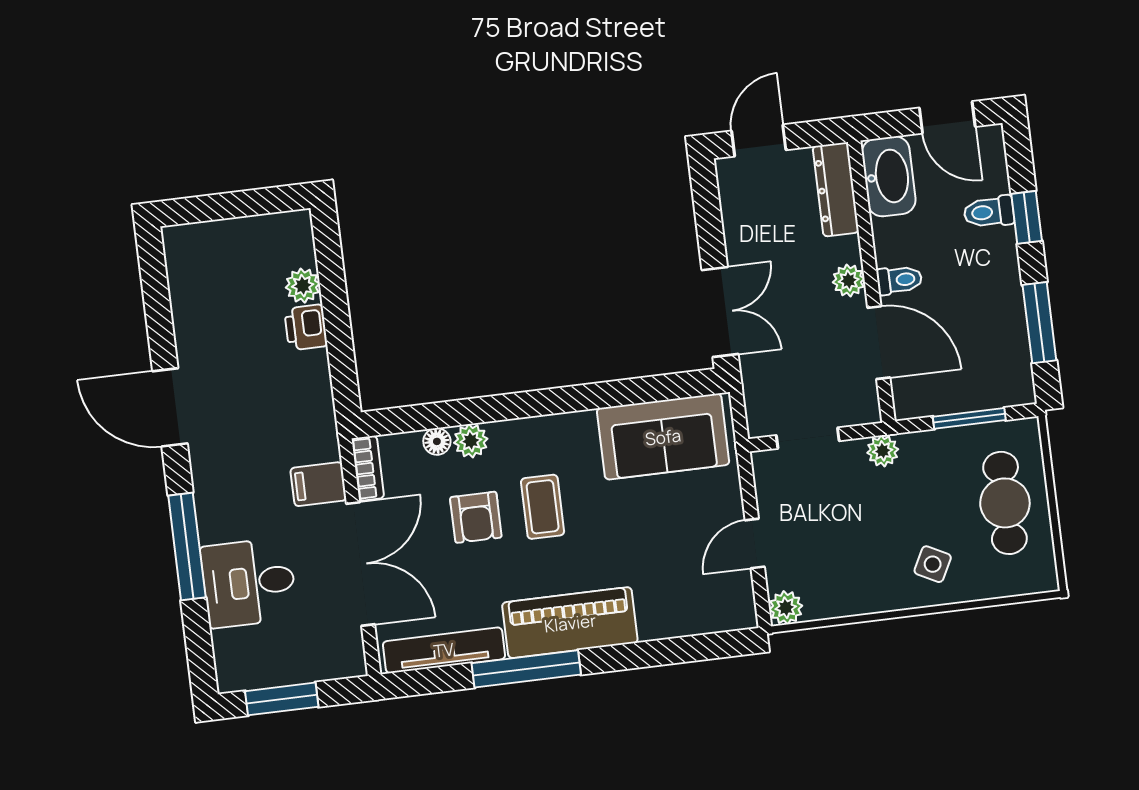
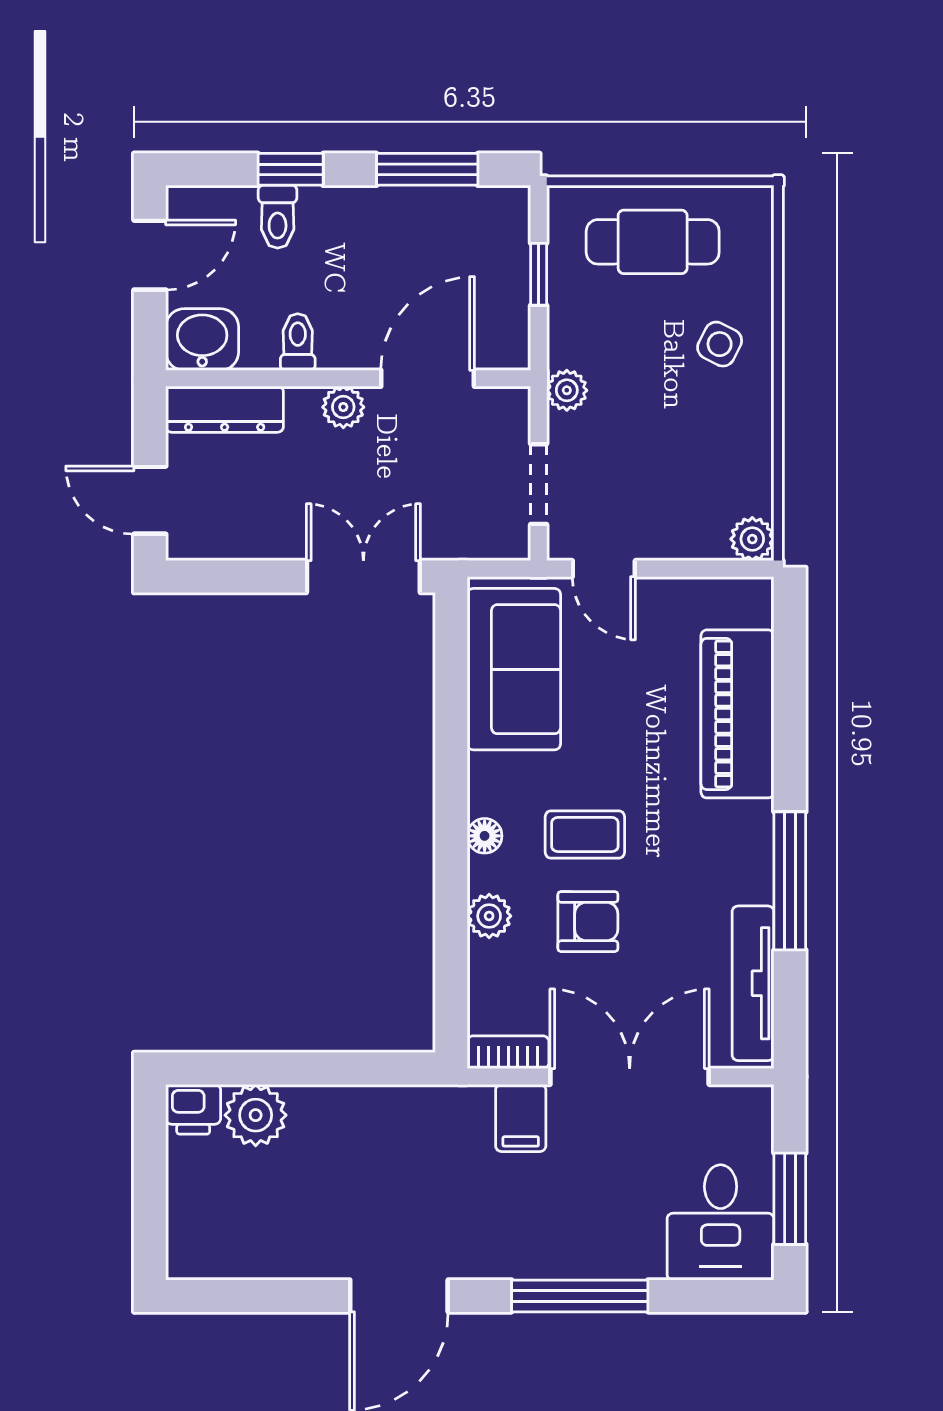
washbasin: (889, 176) -> (202, 339), width x0.72
toilet: (899, 280) -> (298, 342), moved
plant: (303, 286) -> (256, 1115), width x1.38, depth x1.38
printer: (306, 327) -> (193, 1109), moved
window: (969, 418) -> (539, 274), width x0.67
floor lamp: (437, 441) -> (485, 836), moved
door: (755, 543) -> (604, 569), moved
desk: (249, 583) -> (721, 1222), moved
piano: (570, 623) -> (737, 714), moved

